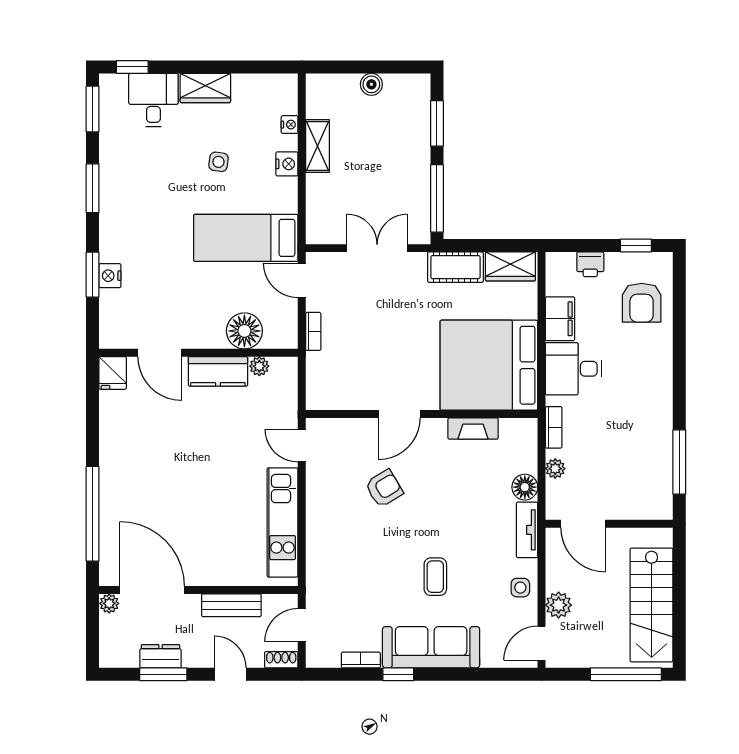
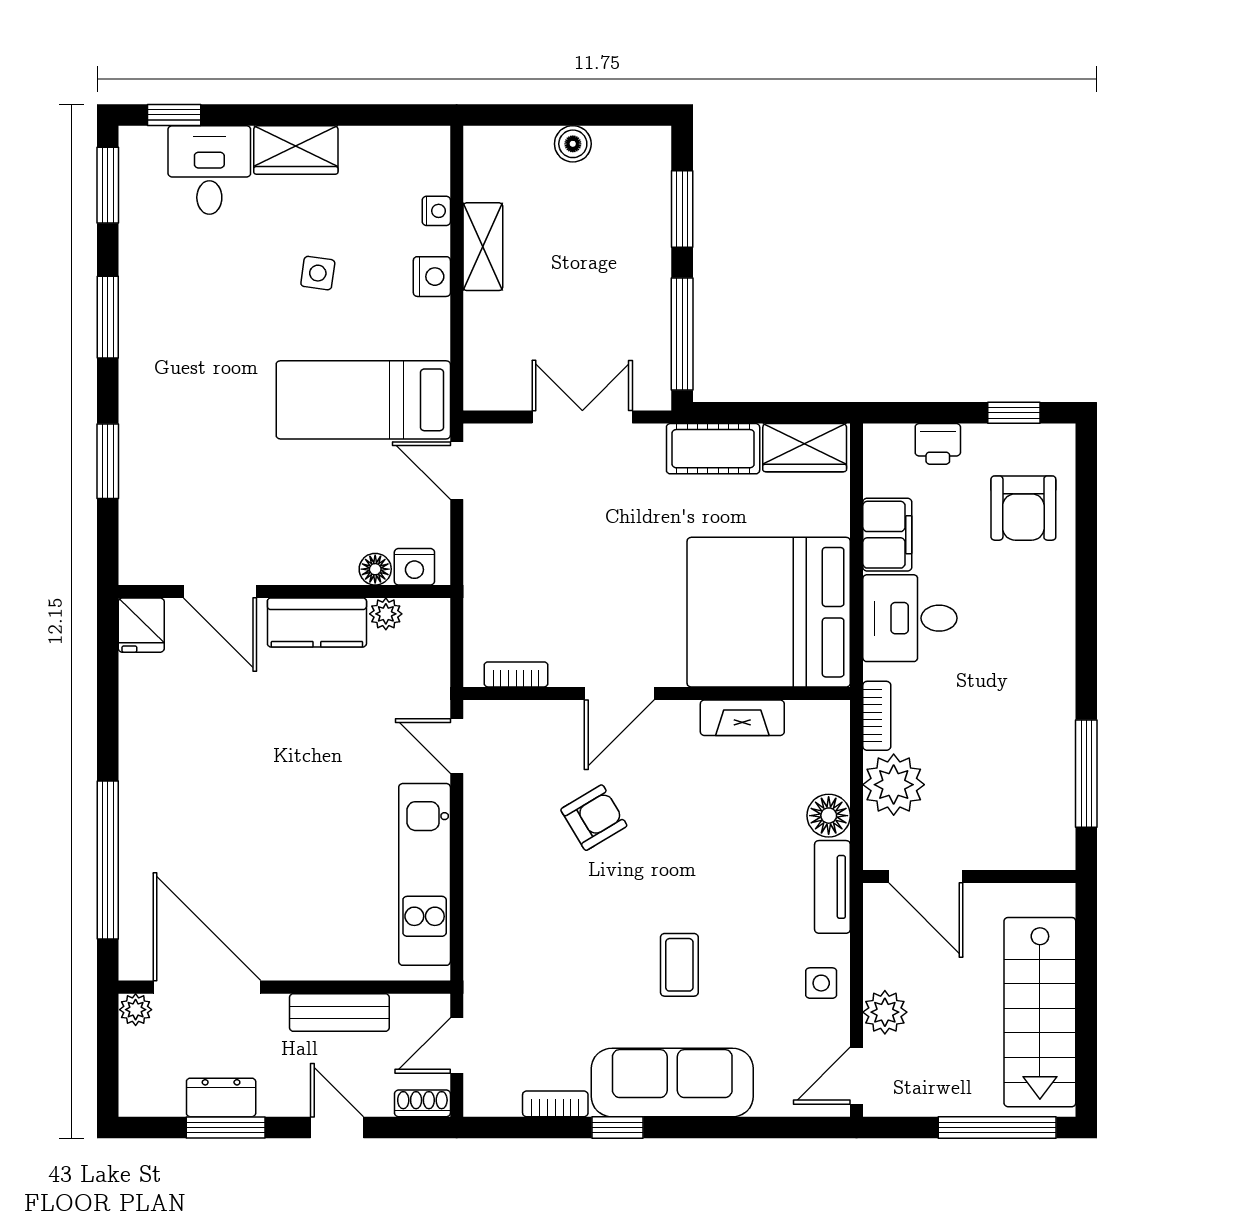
nightstand: (110, 276) -> (414, 567), moved, turned -90
floor lamp: (244, 331) -> (375, 569), width x0.53, depth x0.53
bookcase: (313, 331) -> (516, 674), moved, turned -90
plant: (555, 469) -> (894, 785), width x1.88, depth x1.88

